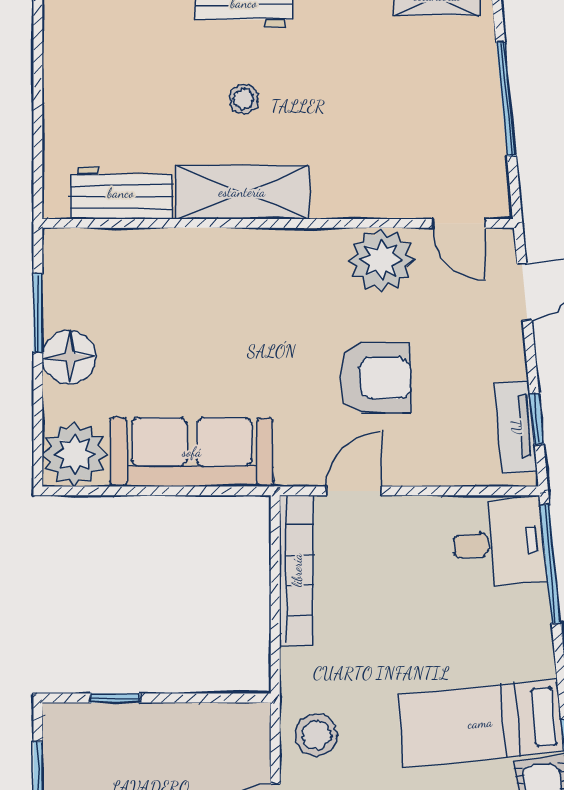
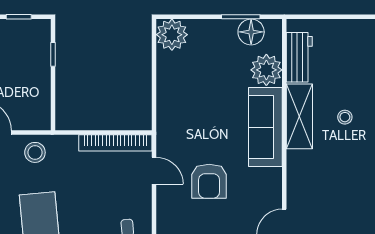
plant: (381, 260) -> (266, 70), moved
floor lamp: (69, 357) -> (251, 32), moved
sofa: (192, 452) -> (265, 127), moved, turned 180

